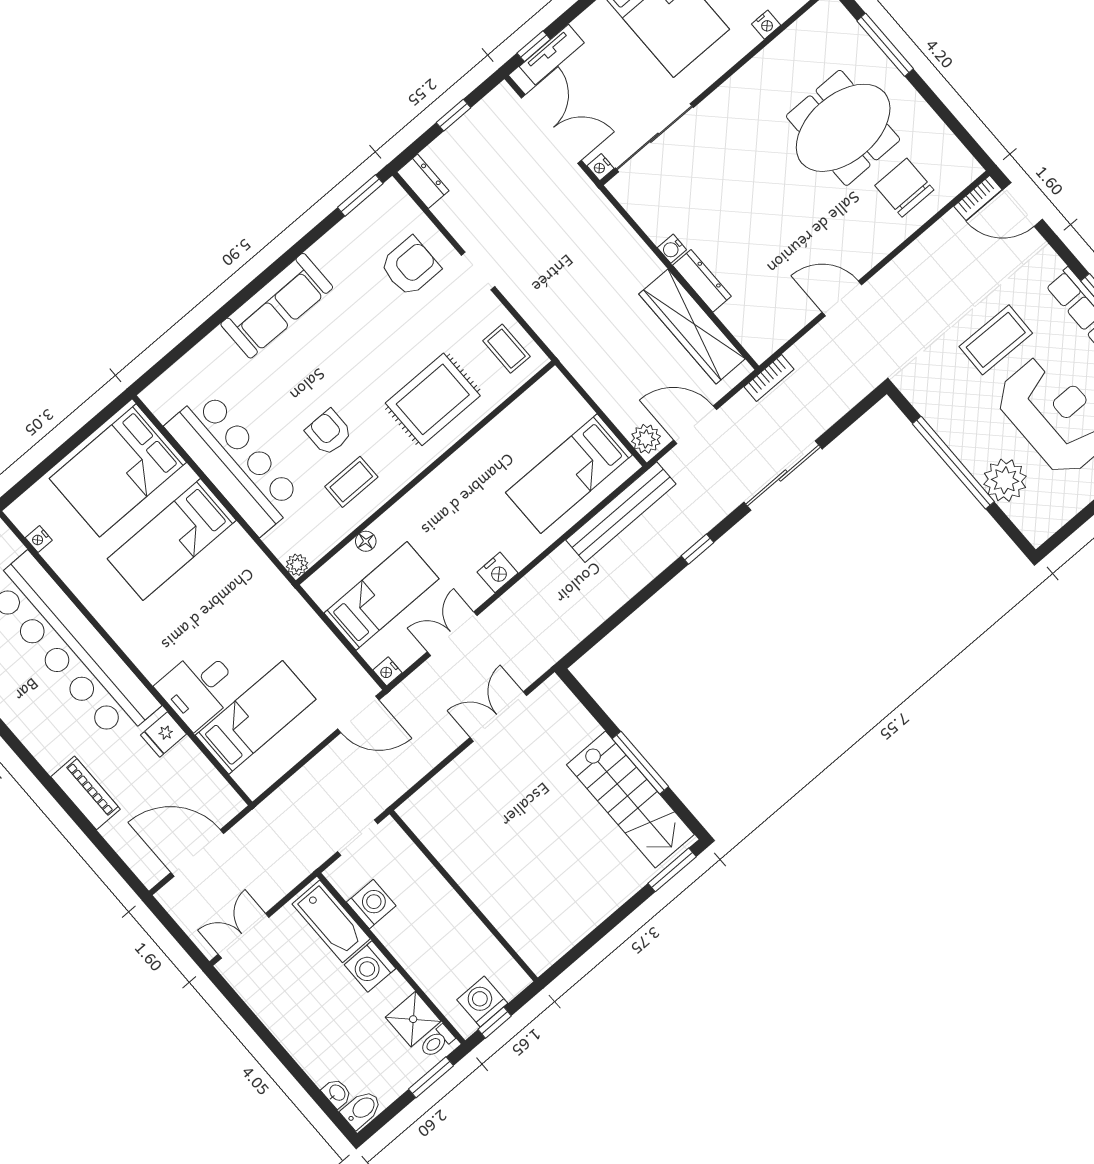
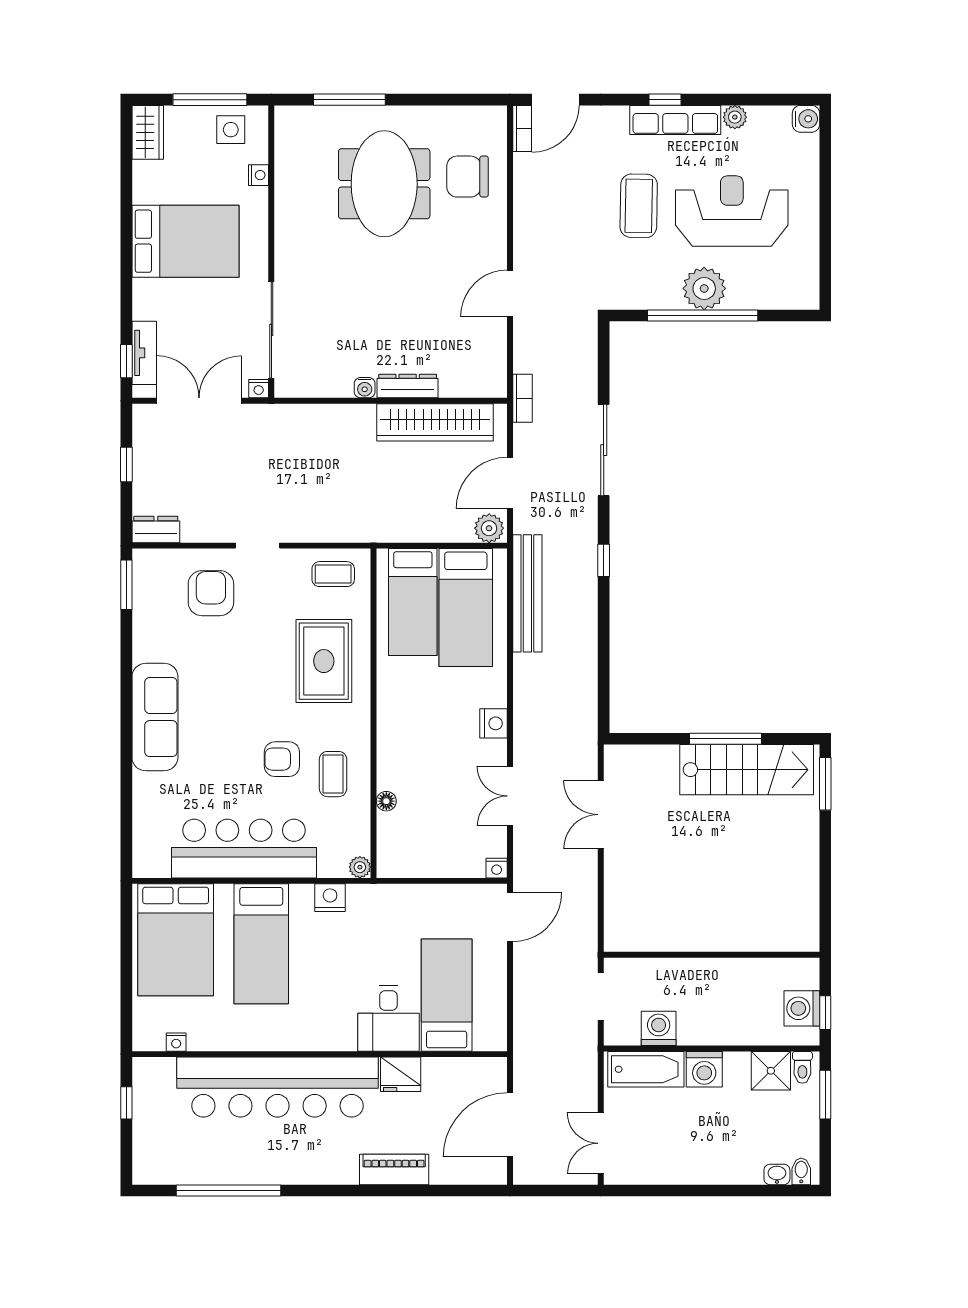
plant: (1005, 480) -> (704, 288), moved
nightstand: (253, 562) -> (330, 898), added
bed: (381, 596) -> (413, 602), moved, turned 180
fridge: (164, 734) -> (401, 1074), width x1.38
bidet: (362, 1109) -> (801, 1171), width x0.72, depth x0.74

